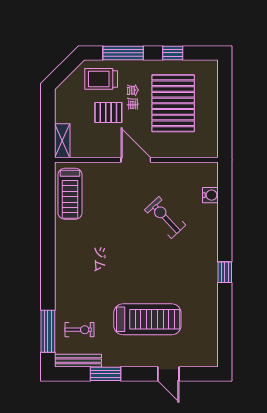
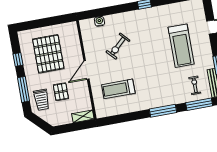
pallet: (173, 103) -> (48, 54), turned 90
treadmill: (70, 194) -> (118, 89), moved, turned 180
window: (48, 271) -> (163, 111), added
treadmill: (147, 319) -> (181, 46), turned 180

